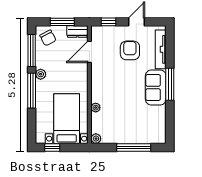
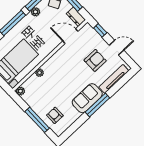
plant: (41, 74) -> (35, 12), moved
armchair: (144, 129) -> (55, 115), added

